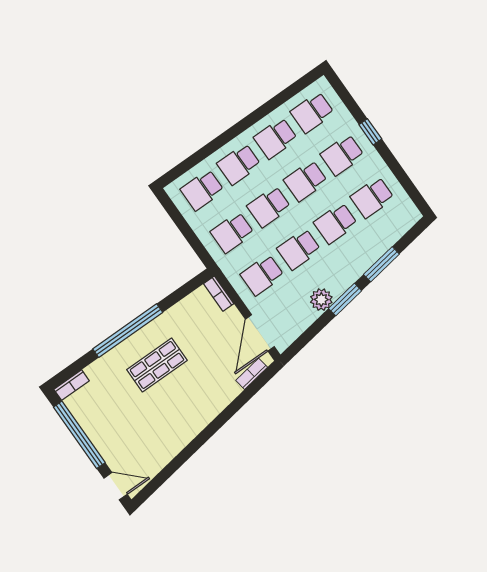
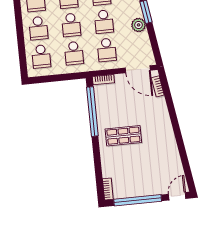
window: (128, 331) -> (92, 112), moved
shop shelf: (157, 365) -> (123, 136), turned 90

